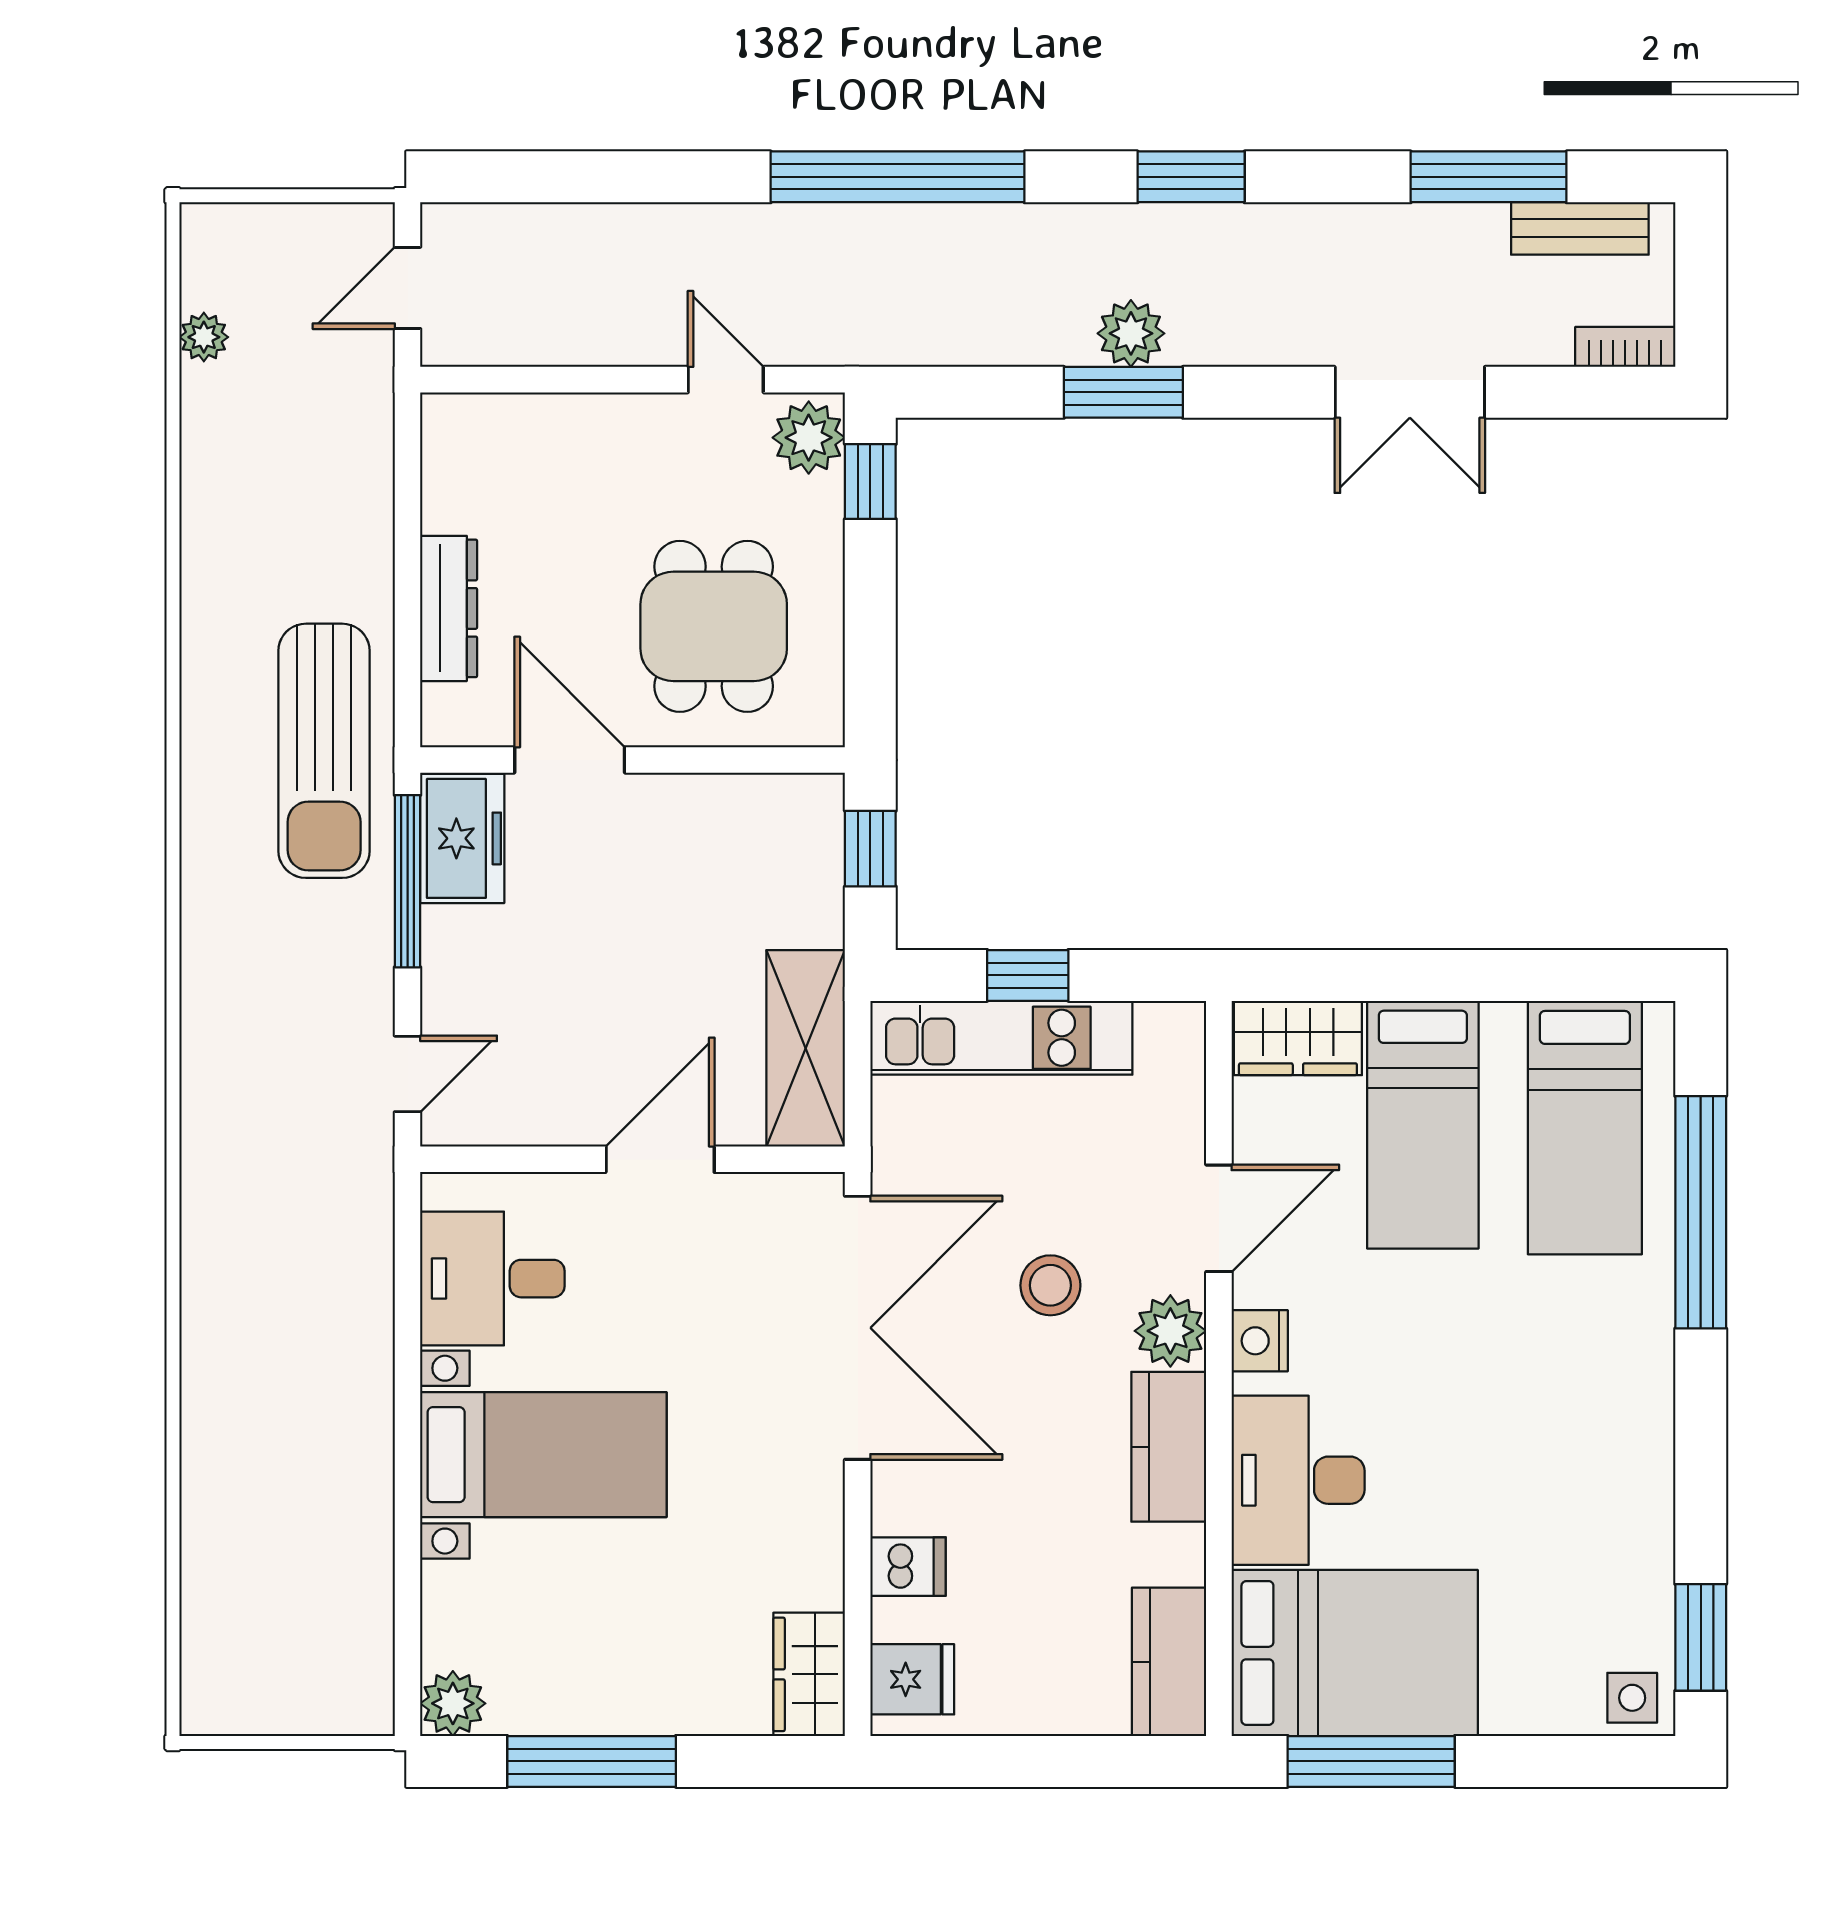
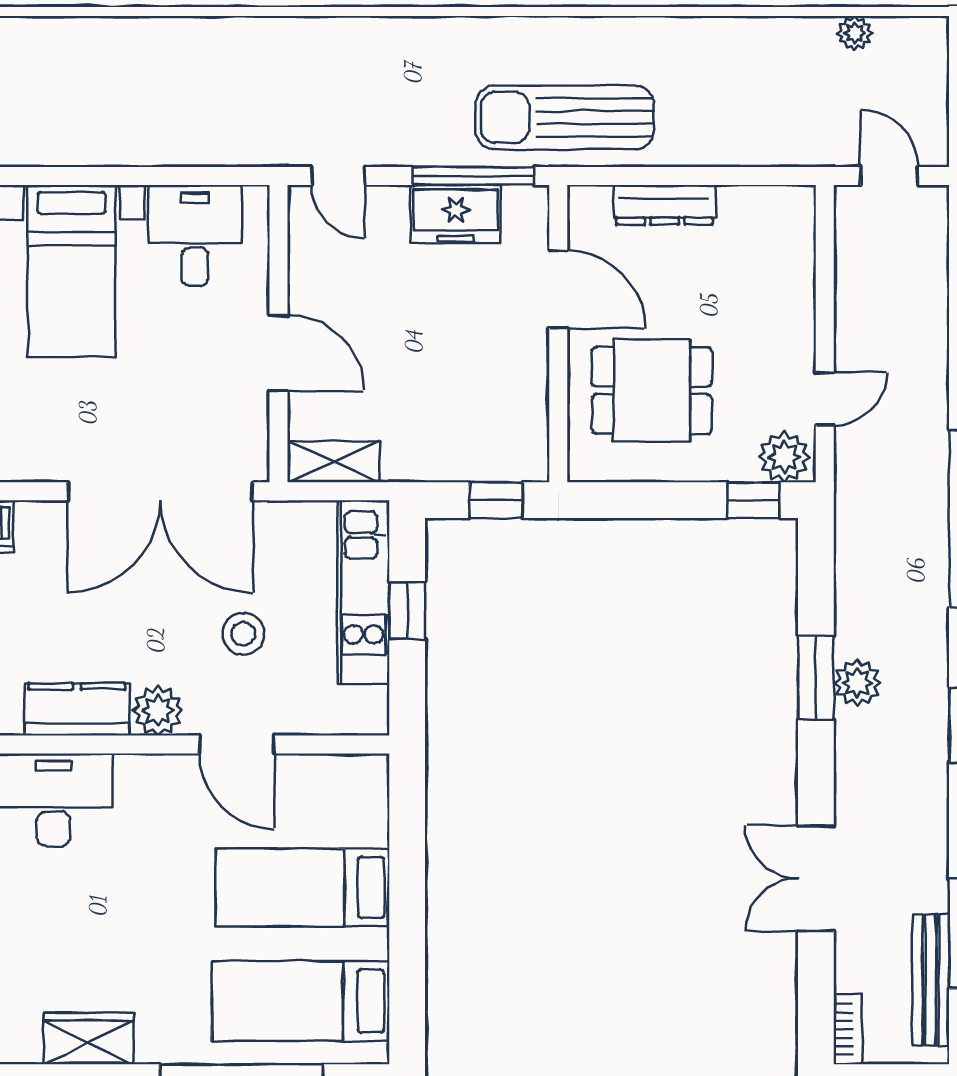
bench: (1580, 228) -> (931, 980), width x1.36
door: (570, 760) -> (558, 289), hinge flipped
freezer: (462, 838) -> (456, 214), moved
wardrobe: (1298, 1038) -> (88, 1038), moved, turned 90
shelving: (806, 1048) -> (333, 462), width x0.67, depth x0.75
stool: (1050, 1285) -> (243, 634), moved
nightstand: (1260, 1341) -> (151, 773), removed

